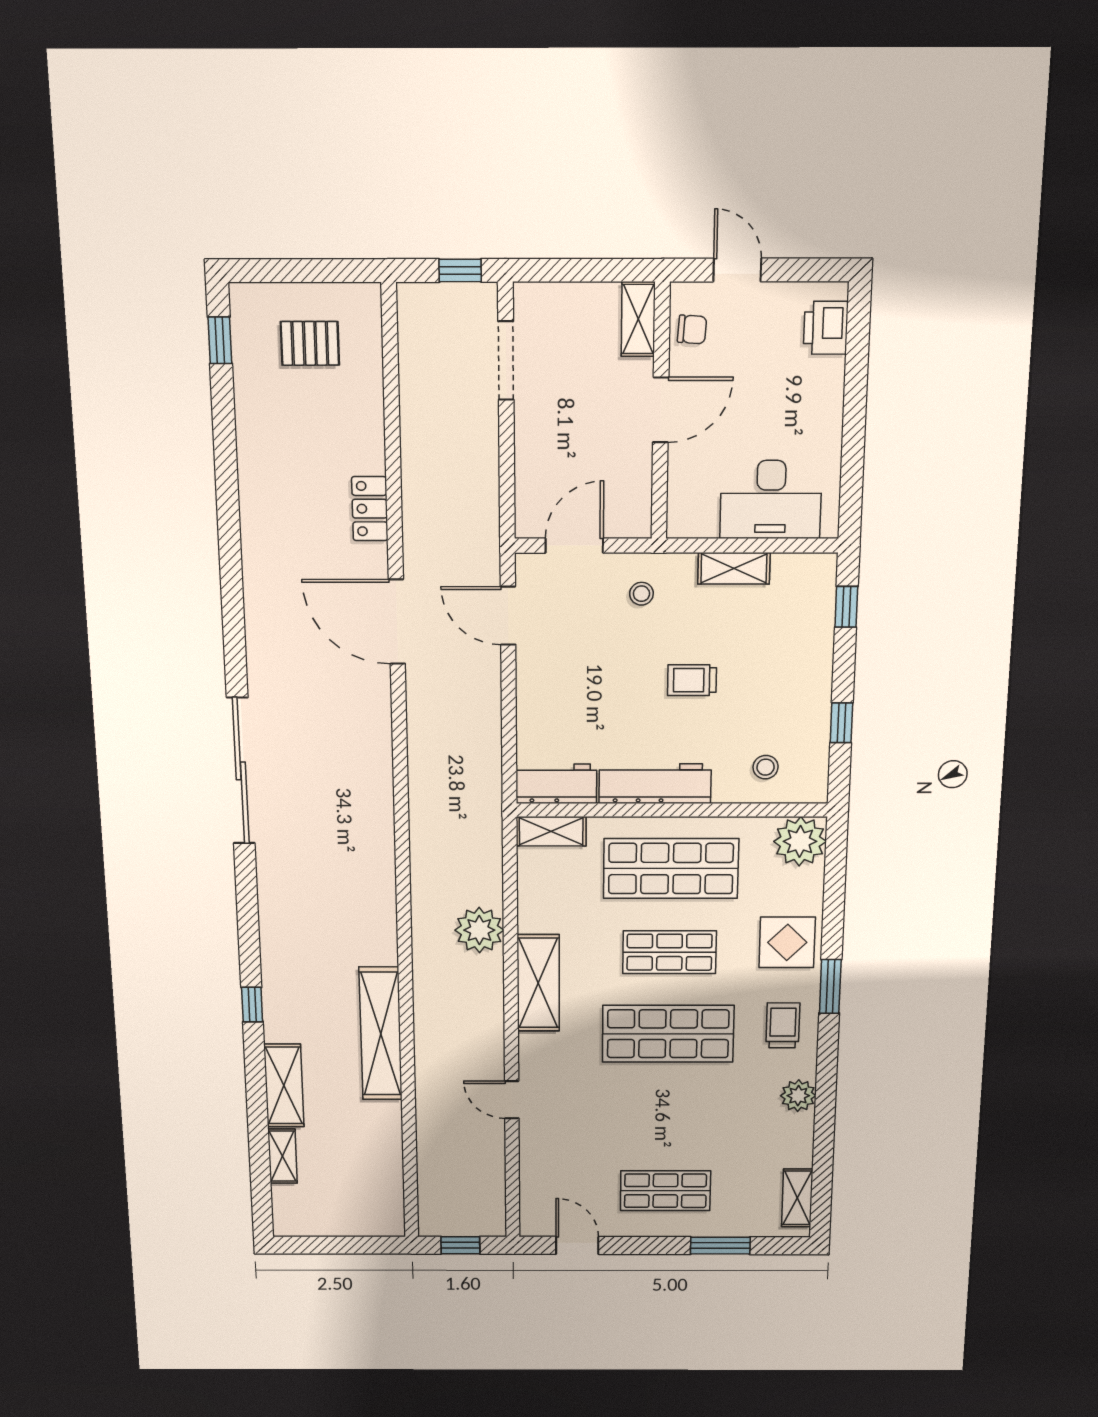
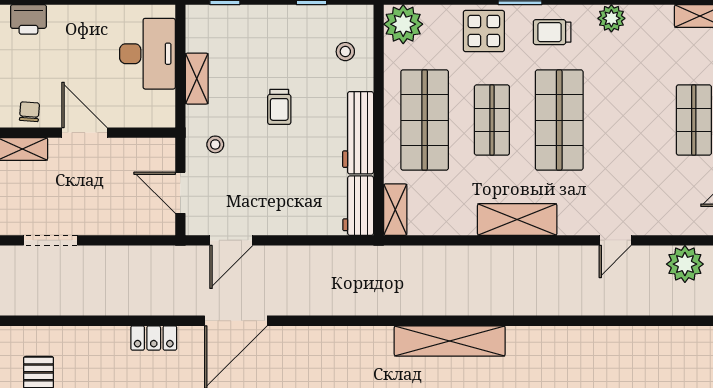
plant: (479, 930) -> (685, 264), moved
shelving: (381, 1034) -> (450, 341), moved

